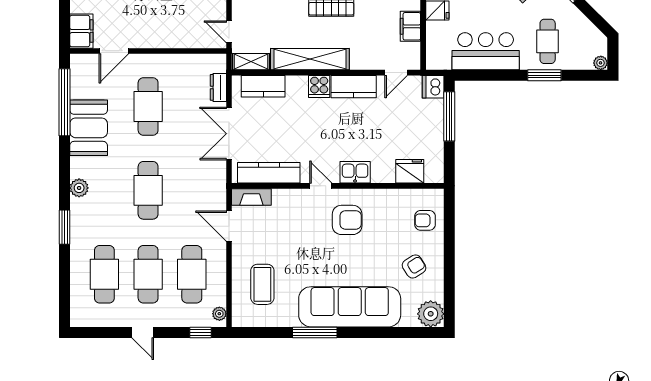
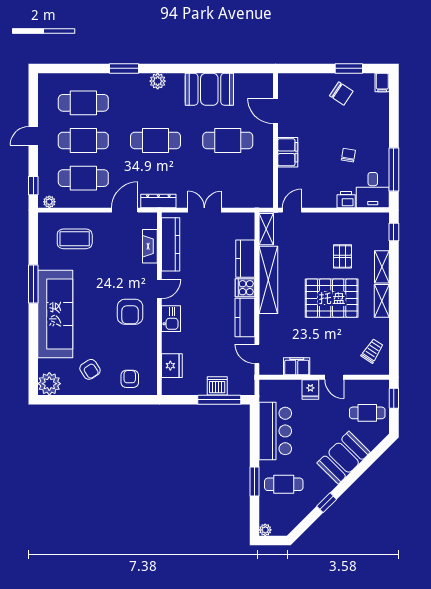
filing cabinet: (81, 31) -> (288, 152), moved, turned -90
kitchen counter: (263, 86) -> (245, 259), moved
dresser: (218, 87) -> (158, 201), moved, width x1.44
dishwasher: (433, 87) -> (217, 386), moved
window: (64, 102) -> (231, 68), removed
double door: (229, 134) -> (204, 210), width x0.73
fireplace: (251, 197) -> (150, 246), moved

